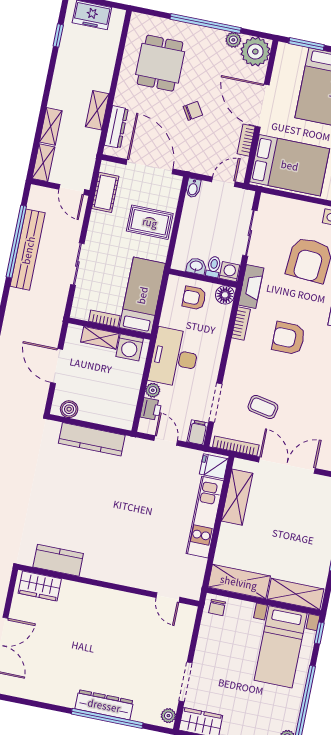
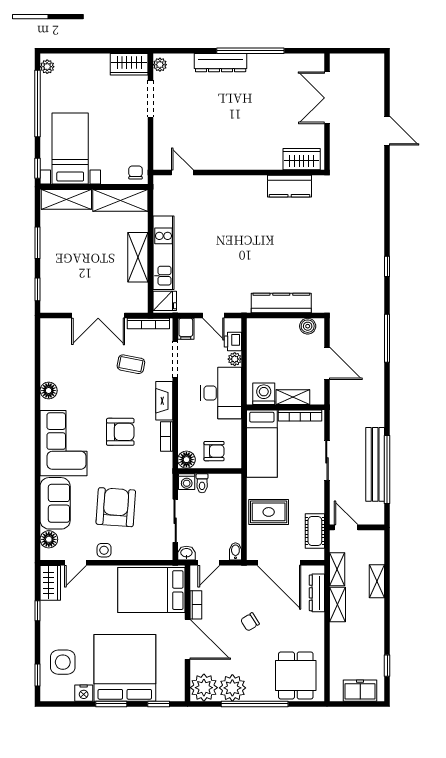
plant: (233, 40) -> (232, 688), width x1.88, depth x1.88
window: (307, 44) -> (159, 704), width x0.67
dining table: (160, 63) -> (296, 675), moved
shelving: (43, 163) -> (337, 569), moved
washbasin: (196, 266) -> (186, 553), moved, turned 180
fireplace: (251, 286) -> (164, 401), moved
bookcase: (104, 319) -> (300, 416), width x1.56
shelving: (237, 497) -> (138, 257), moved
window: (107, 718) -> (250, 51), moved

